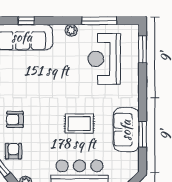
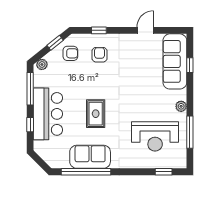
window: (143, 49) -> (164, 172), width x0.67
reception desk: (104, 59) -> (155, 136), turned 180
window: (143, 134) -> (86, 172), width x2.11

